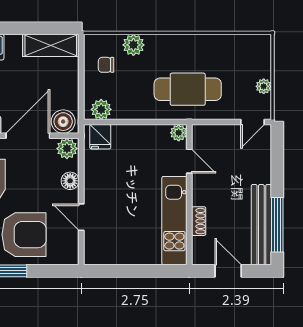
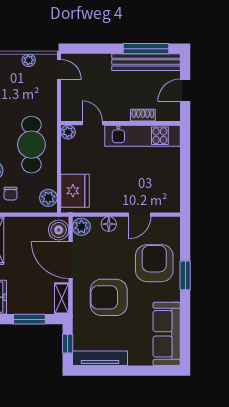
cafe table: (188, 89) -> (31, 145), moved
fridge: (100, 137) -> (75, 191), width x1.88, depth x1.34
door: (189, 161) -> (92, 123), hinge flipped

